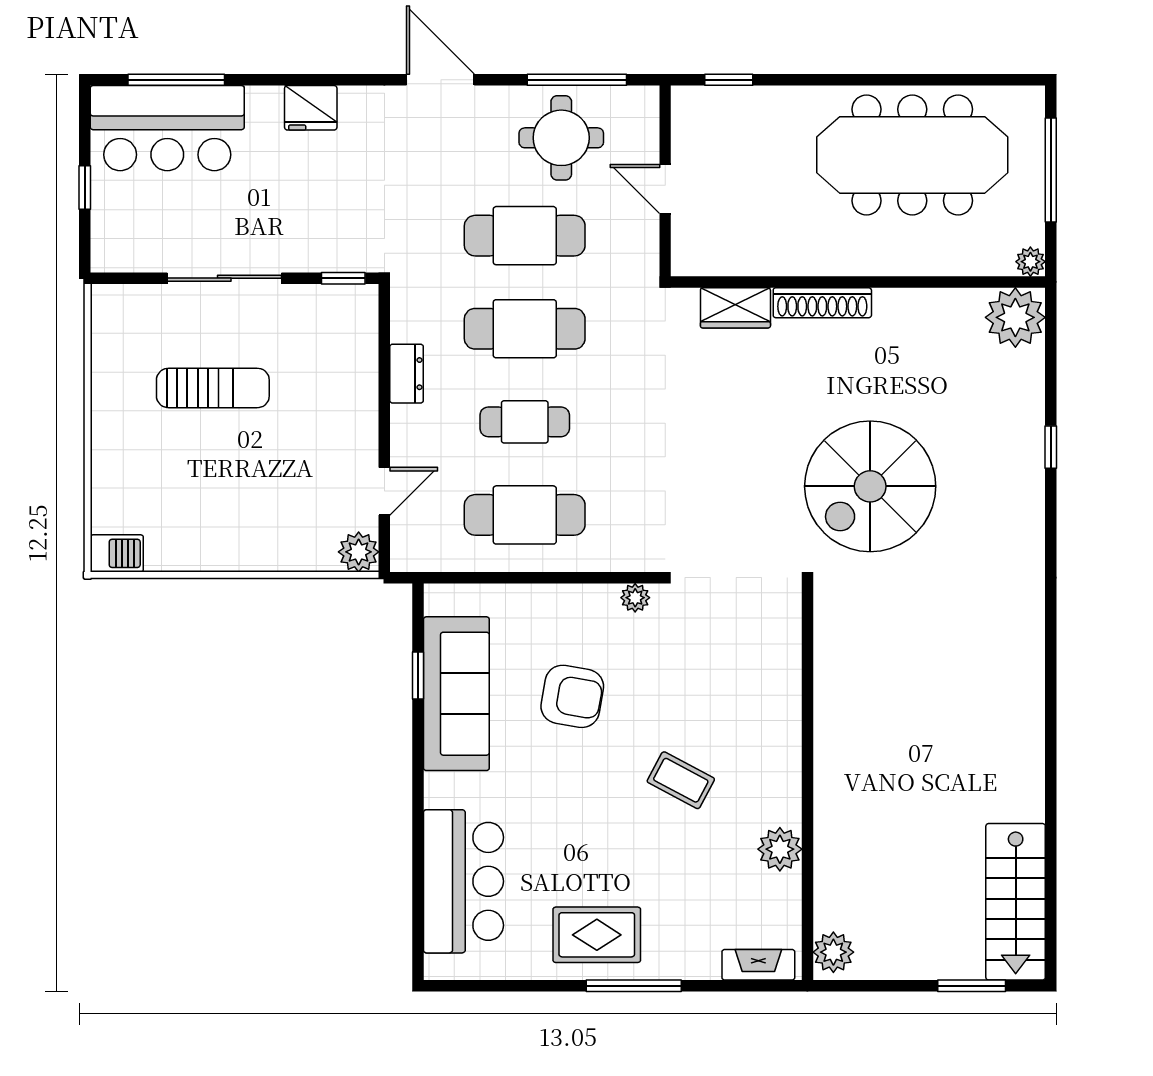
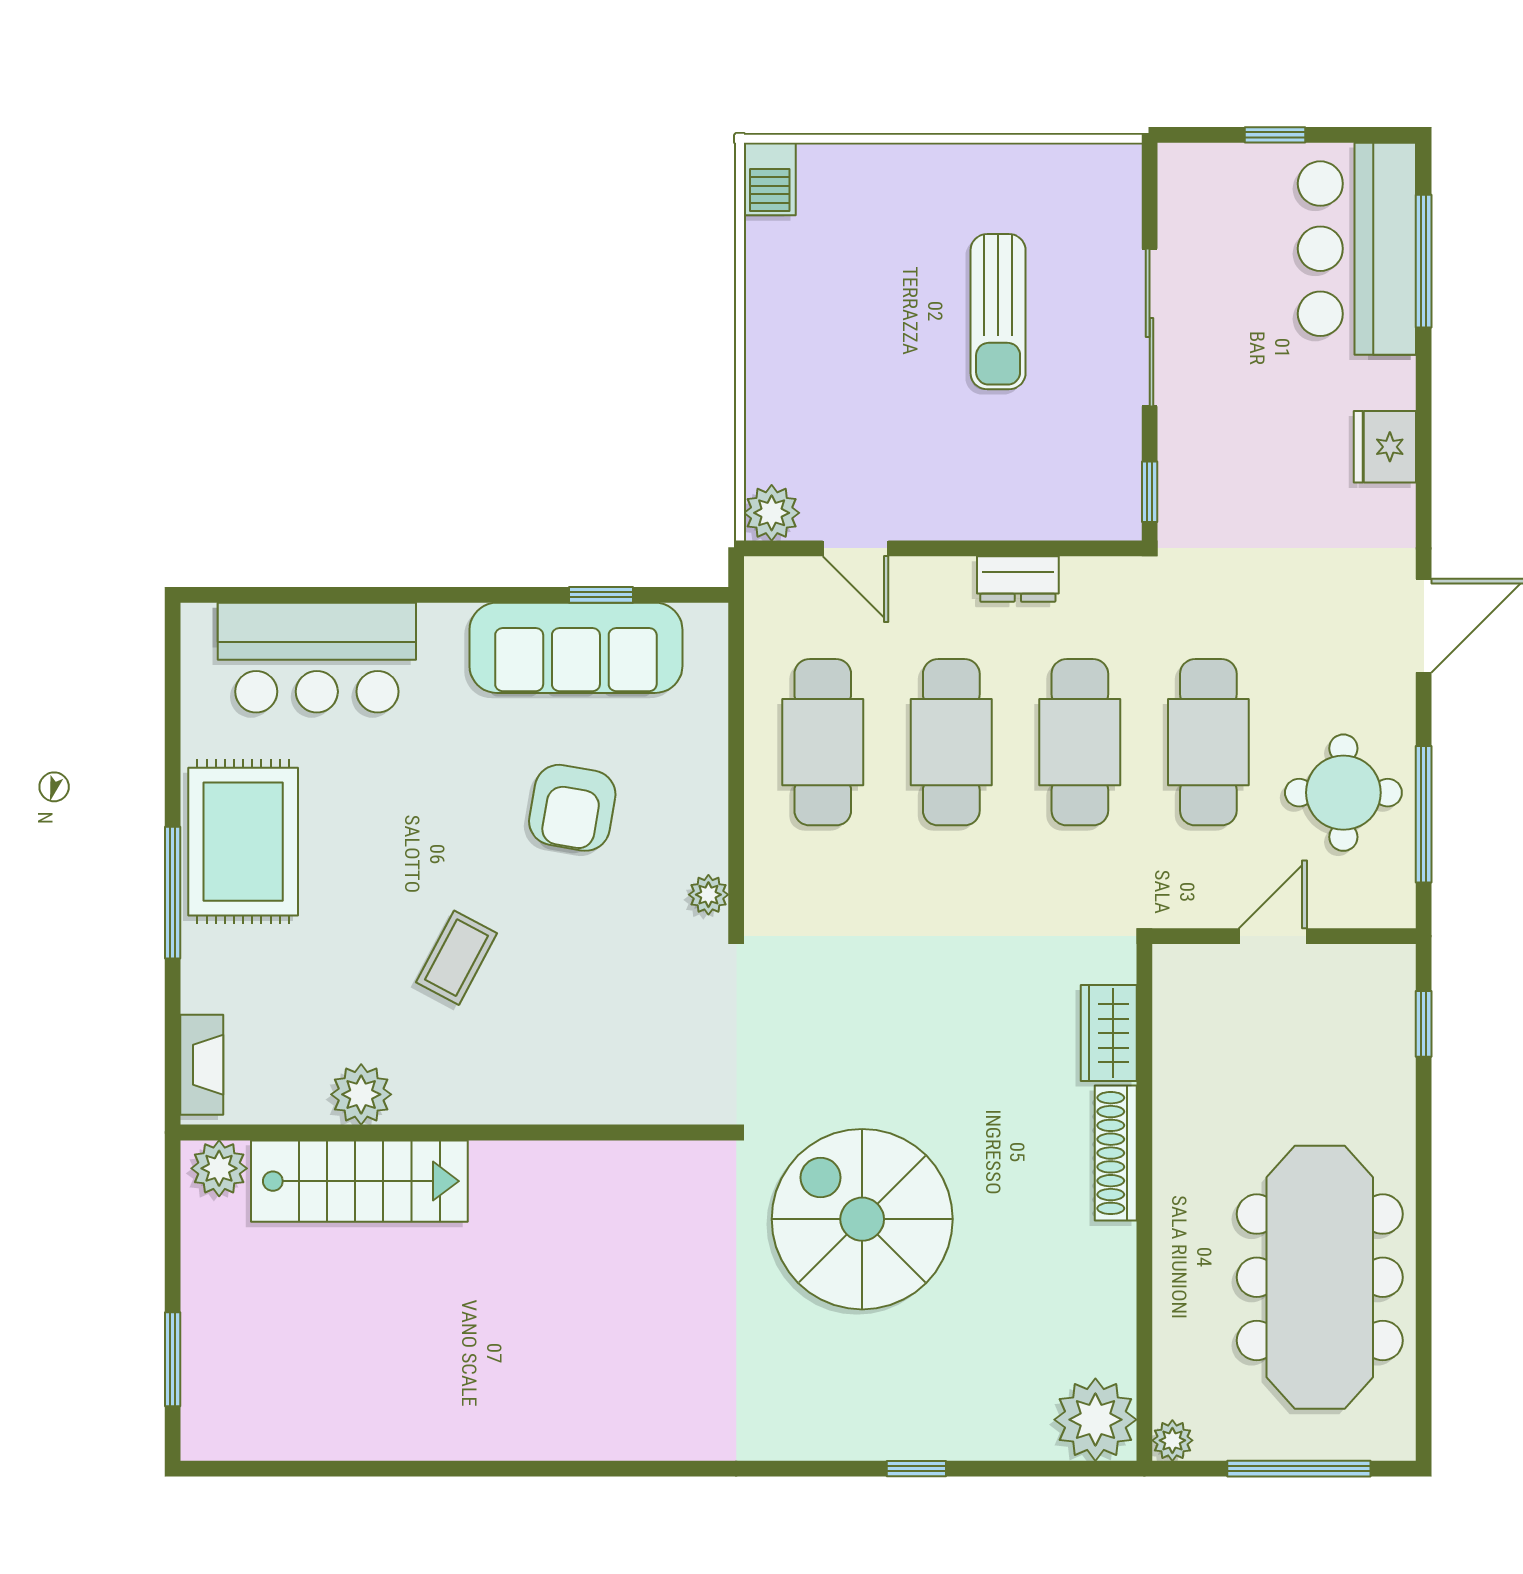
cafe table: (525, 422) -> (951, 742), width x1.37, depth x1.35
stairs: (1016, 902) -> (359, 1181), moved, turned 180
rug: (597, 935) -> (243, 842), width x1.36, depth x1.43

